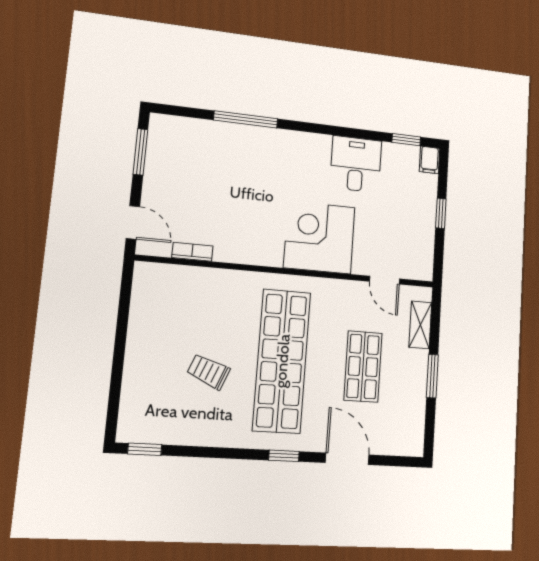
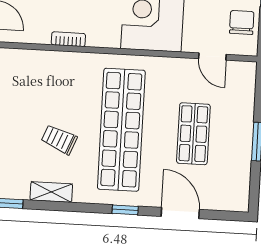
chair: (416, 244) -> (242, 22), added
bookcase: (192, 252) -> (68, 39), moved
shelving: (420, 325) -> (51, 192), moved, turned 90

